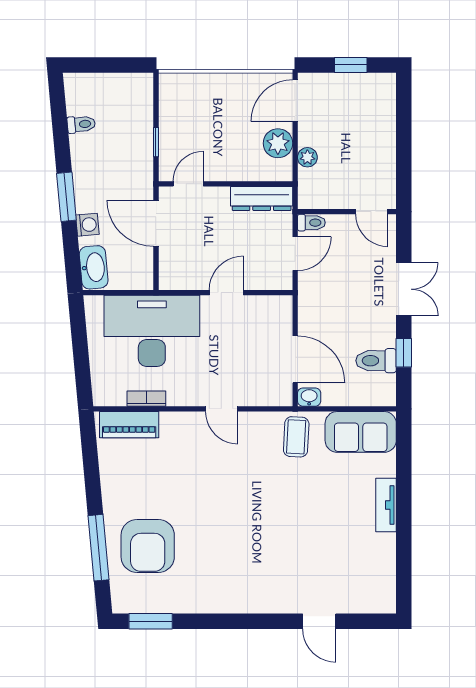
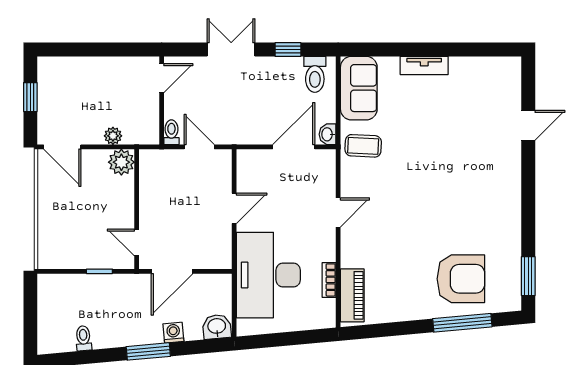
plant: (278, 143) -> (121, 162), moved
dresser: (262, 198) -> (150, 177), removed
washbasin: (94, 267) -> (217, 327), width x0.72
door: (226, 293) -> (234, 208), swing flipped
toilet: (376, 361) -> (315, 74), moved

